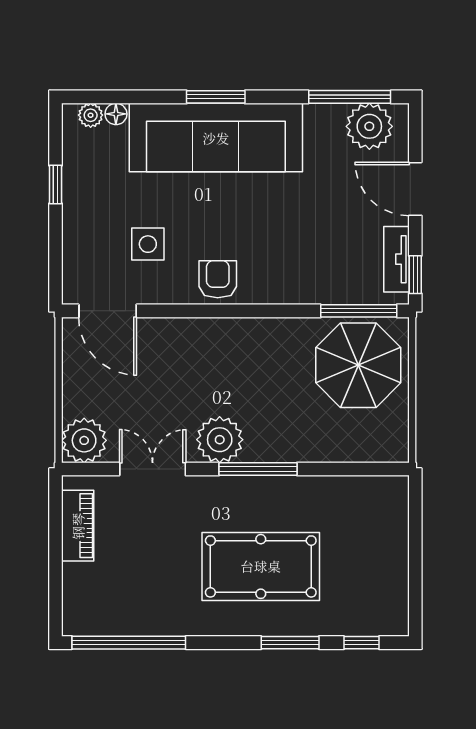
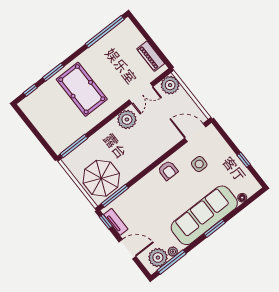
plant: (91, 115) -> (173, 252), moved
window: (258, 469) -> (74, 146), moved
pool table: (261, 566) -> (82, 89), turned 90

